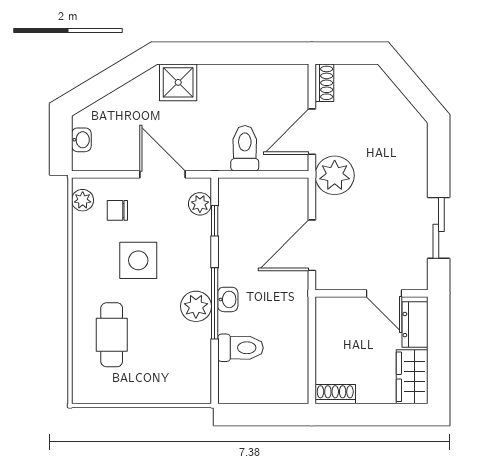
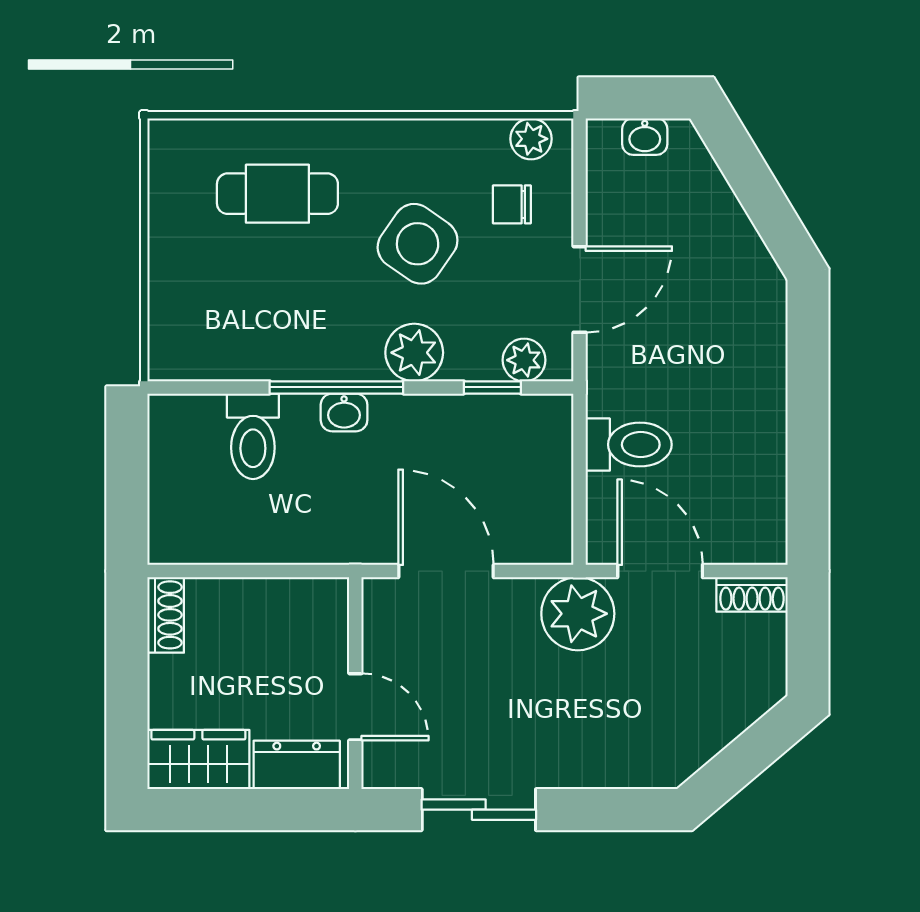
shower: (178, 82) -> (753, 319), removed
chair: (117, 210) -> (512, 204), turned -90
side table: (138, 260) -> (418, 244), turned 35
door: (384, 293) -> (355, 707), swing flipped
plant: (196, 306) -> (414, 353), moved

